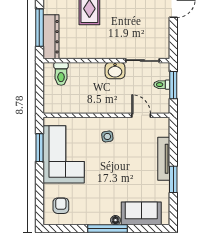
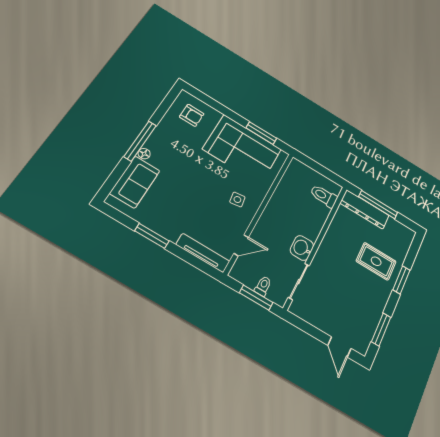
tv unit: (164, 159) -> (203, 253), moved

